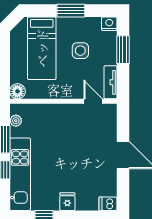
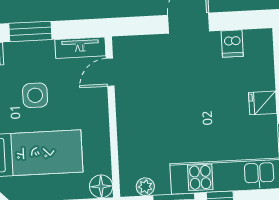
dishwasher: (108, 204) -> (232, 44), moved

